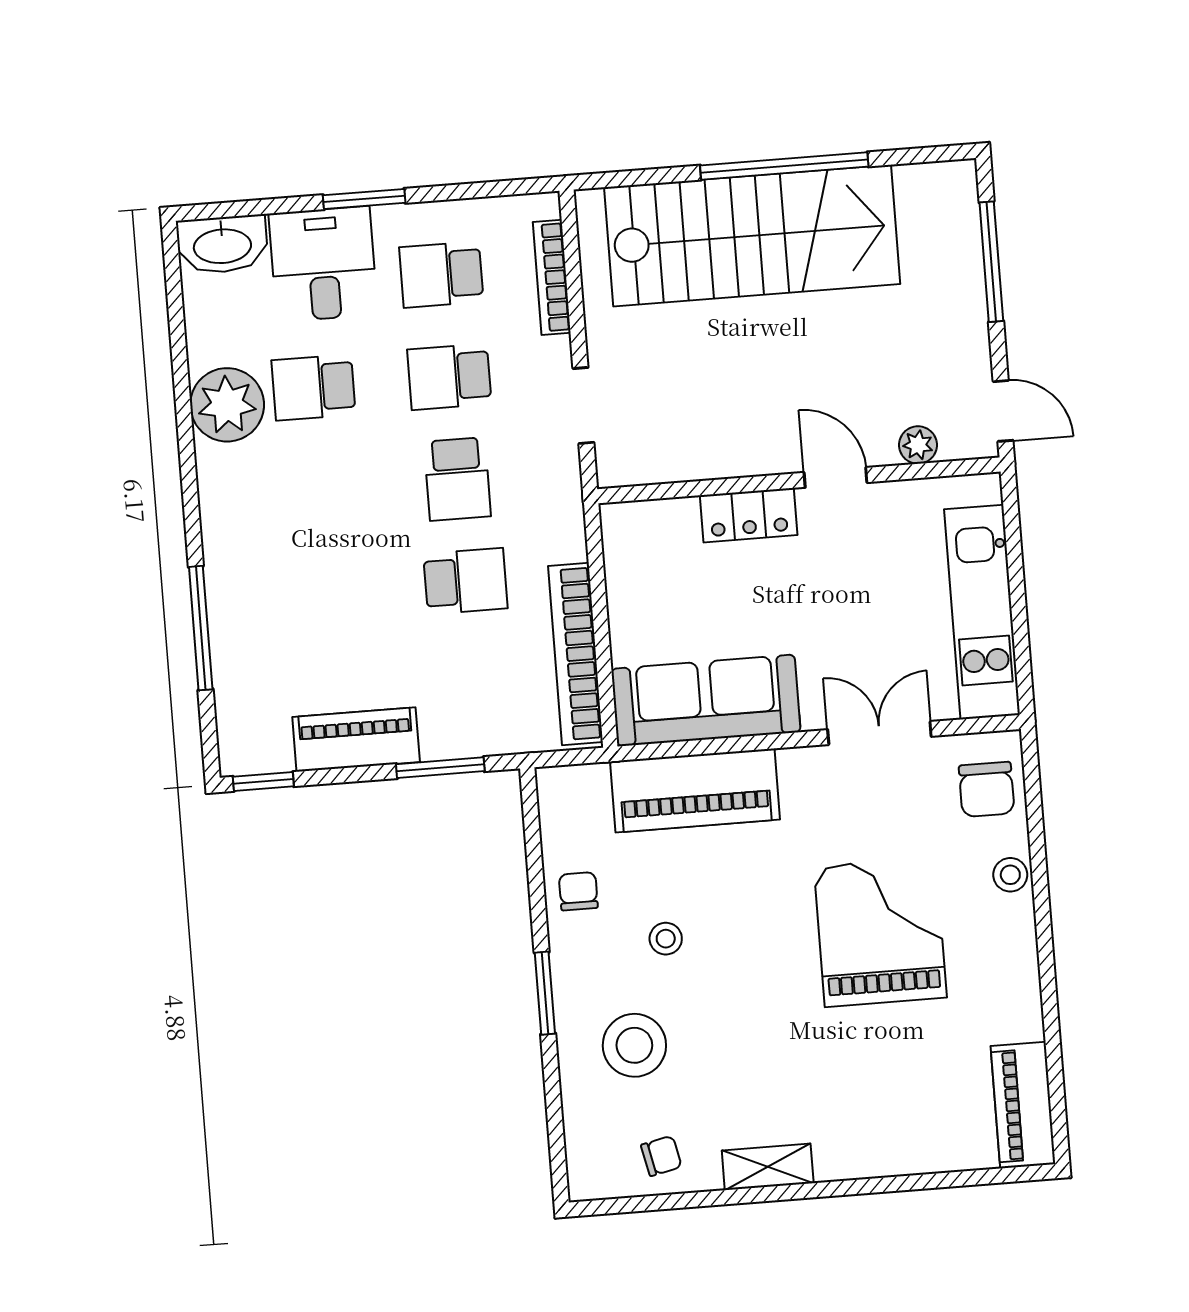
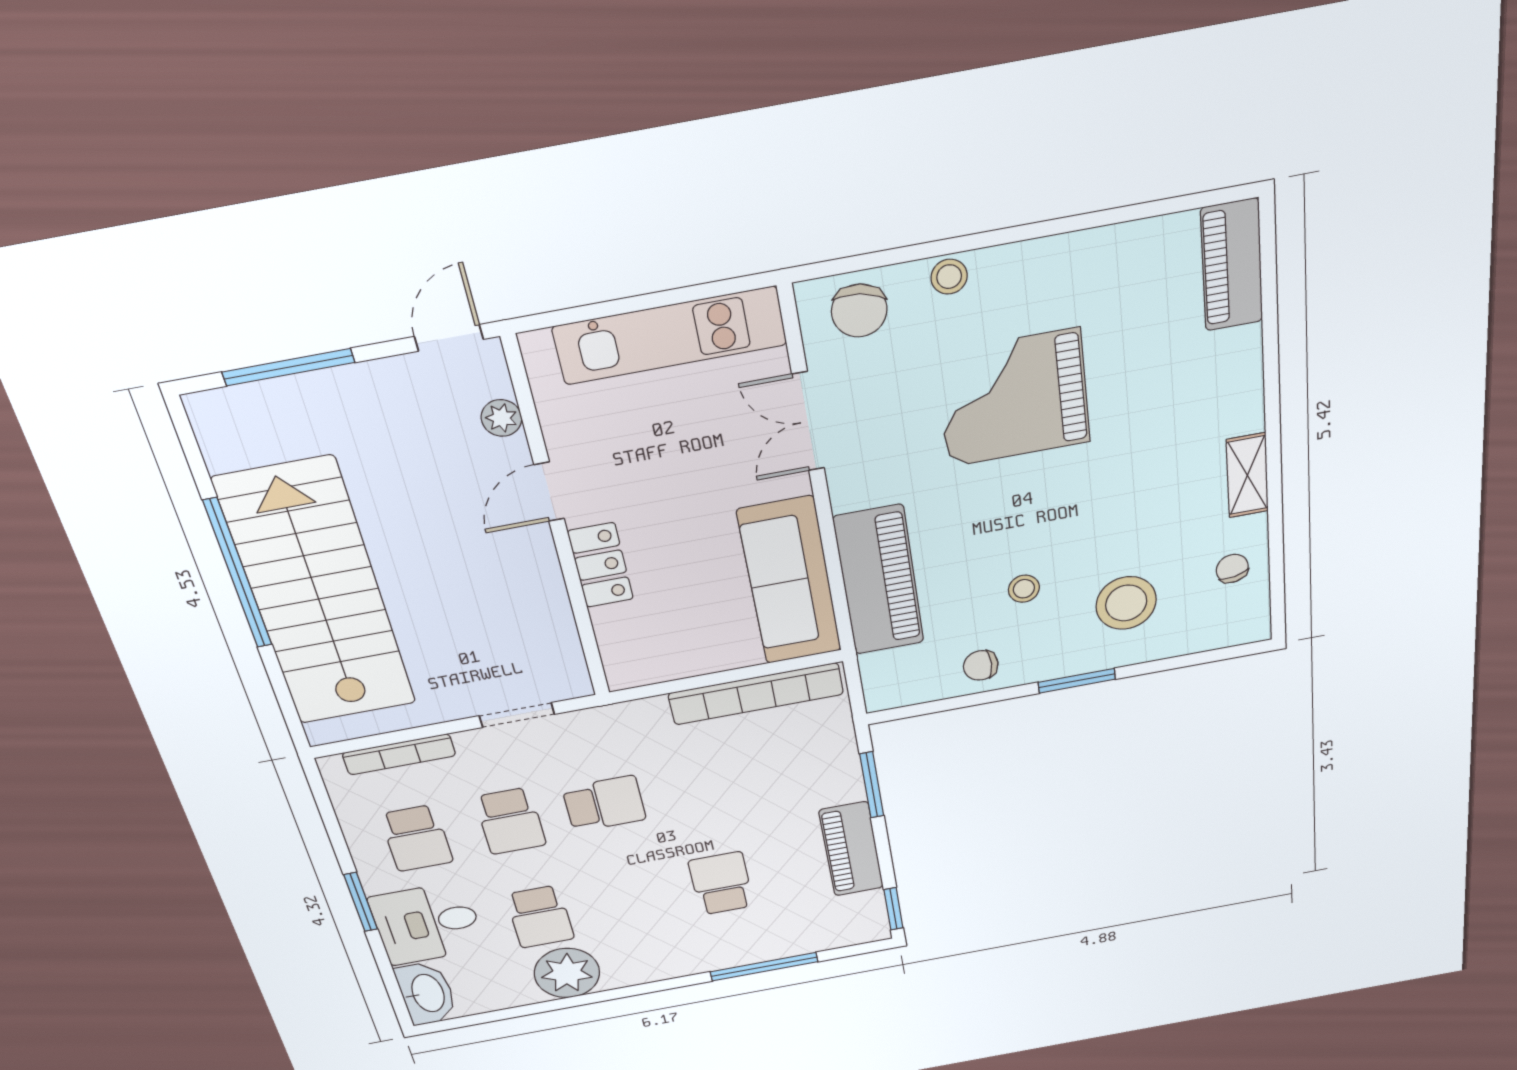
school desk: (465, 581) -> (721, 883), moved
chair: (987, 789) -> (859, 311), turned 100
piano: (1023, 1105) -> (1232, 265), moved, turned 90

